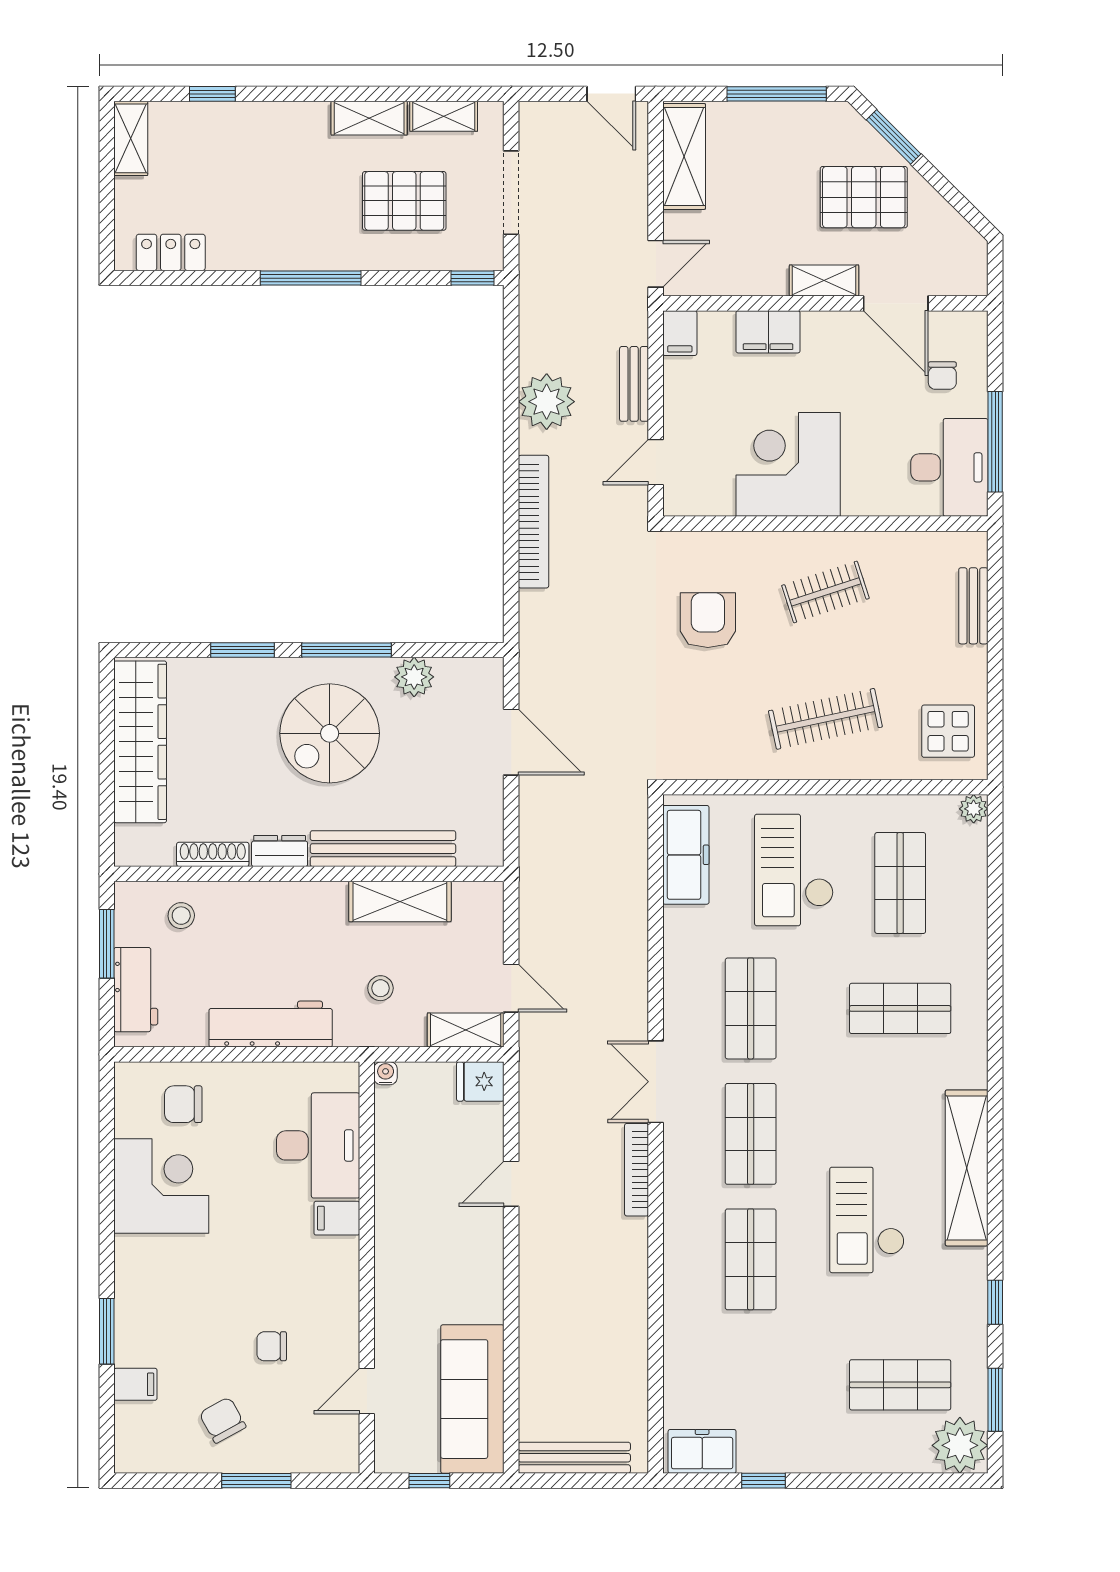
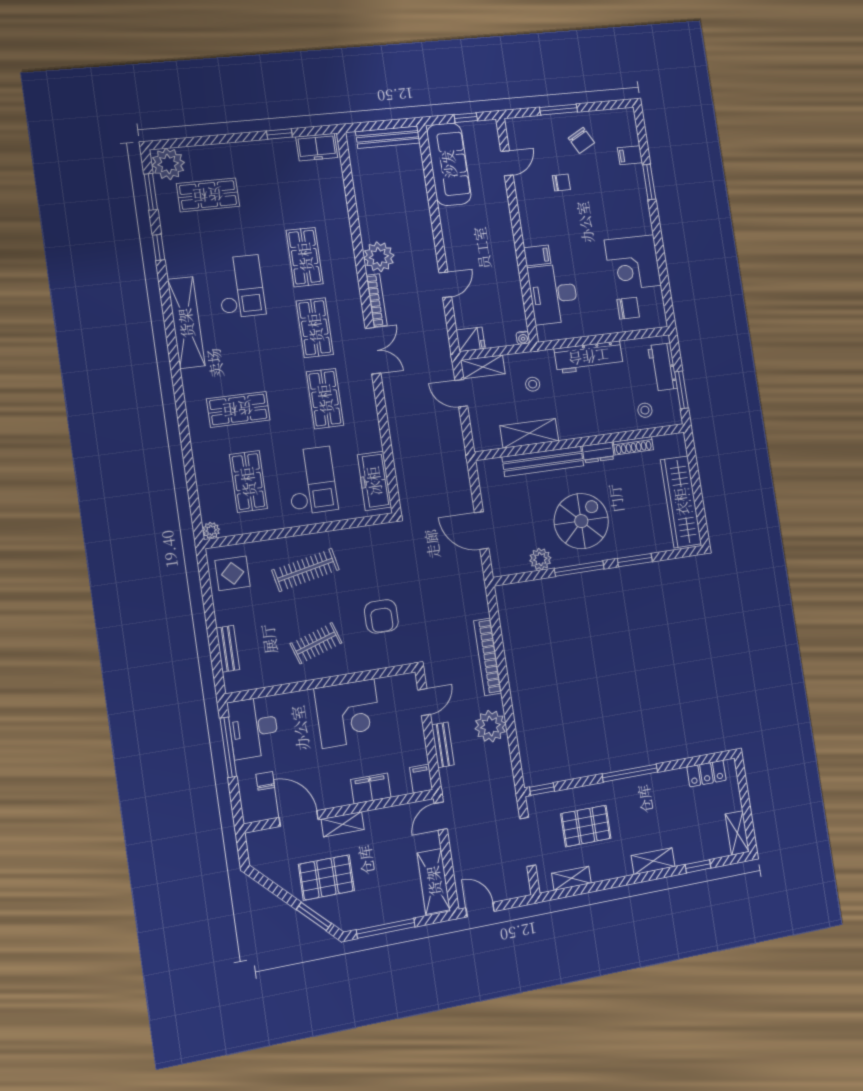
shelving: (369, 118) -> (653, 861), moved
plant: (621, 1246) -> (379, 257), added

